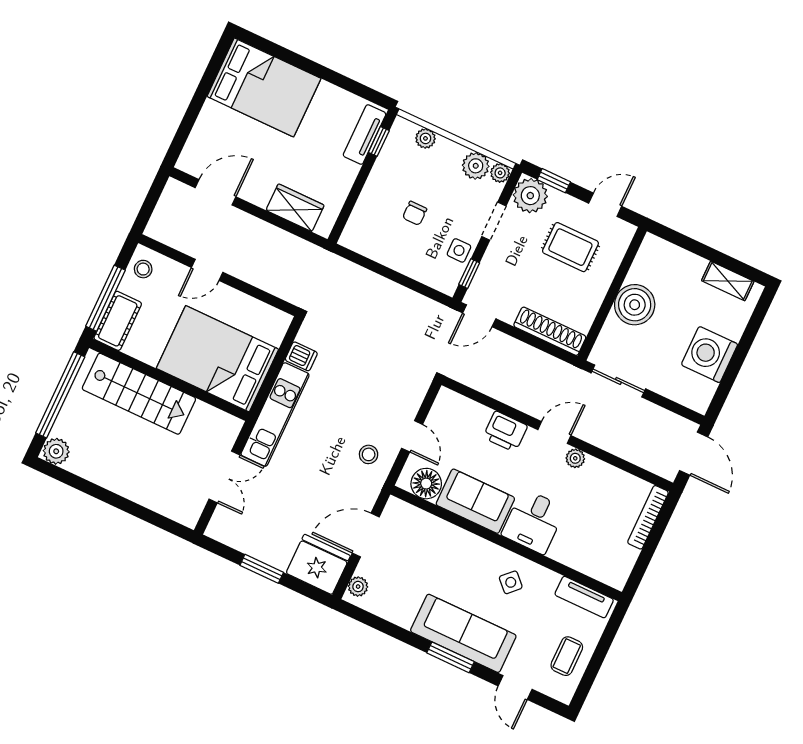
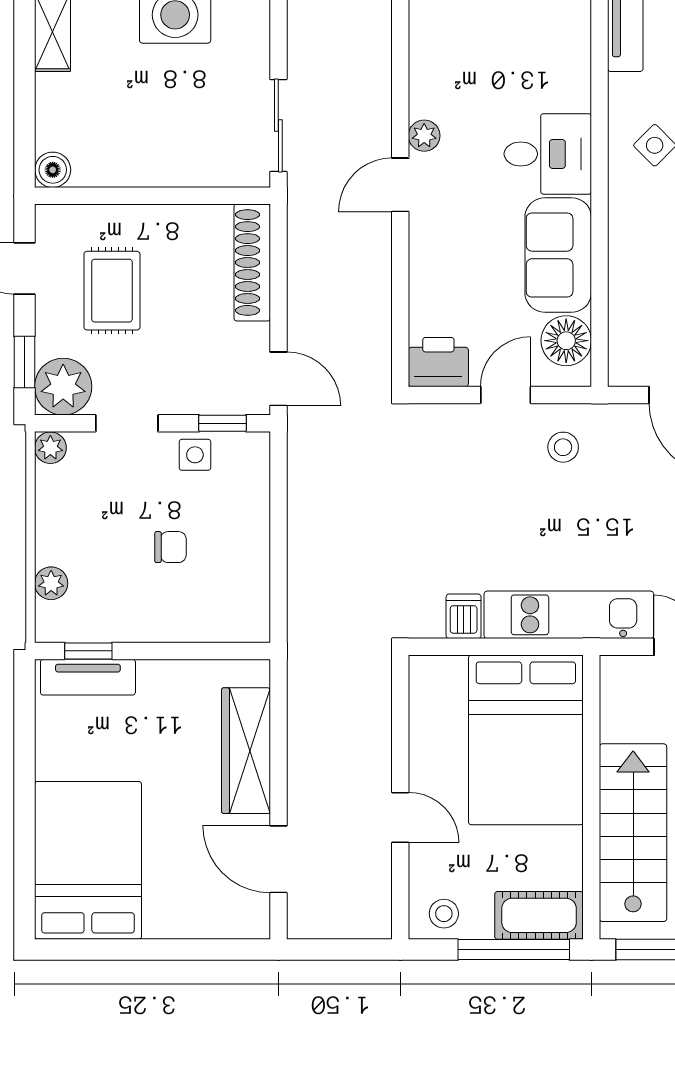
plant: (476, 166) -> (57, 489), removed
wardrobe: (295, 208) -> (246, 751), width x1.50
boiler: (635, 305) -> (53, 170), moved, width x0.54, depth x0.54
printer: (505, 432) -> (438, 362), moved, turned -90
door: (554, 433) -> (400, 185), hinge flipped

